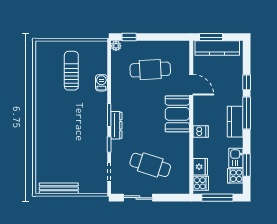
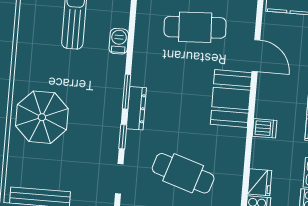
parasol: (56, 136) -> (42, 117), added

